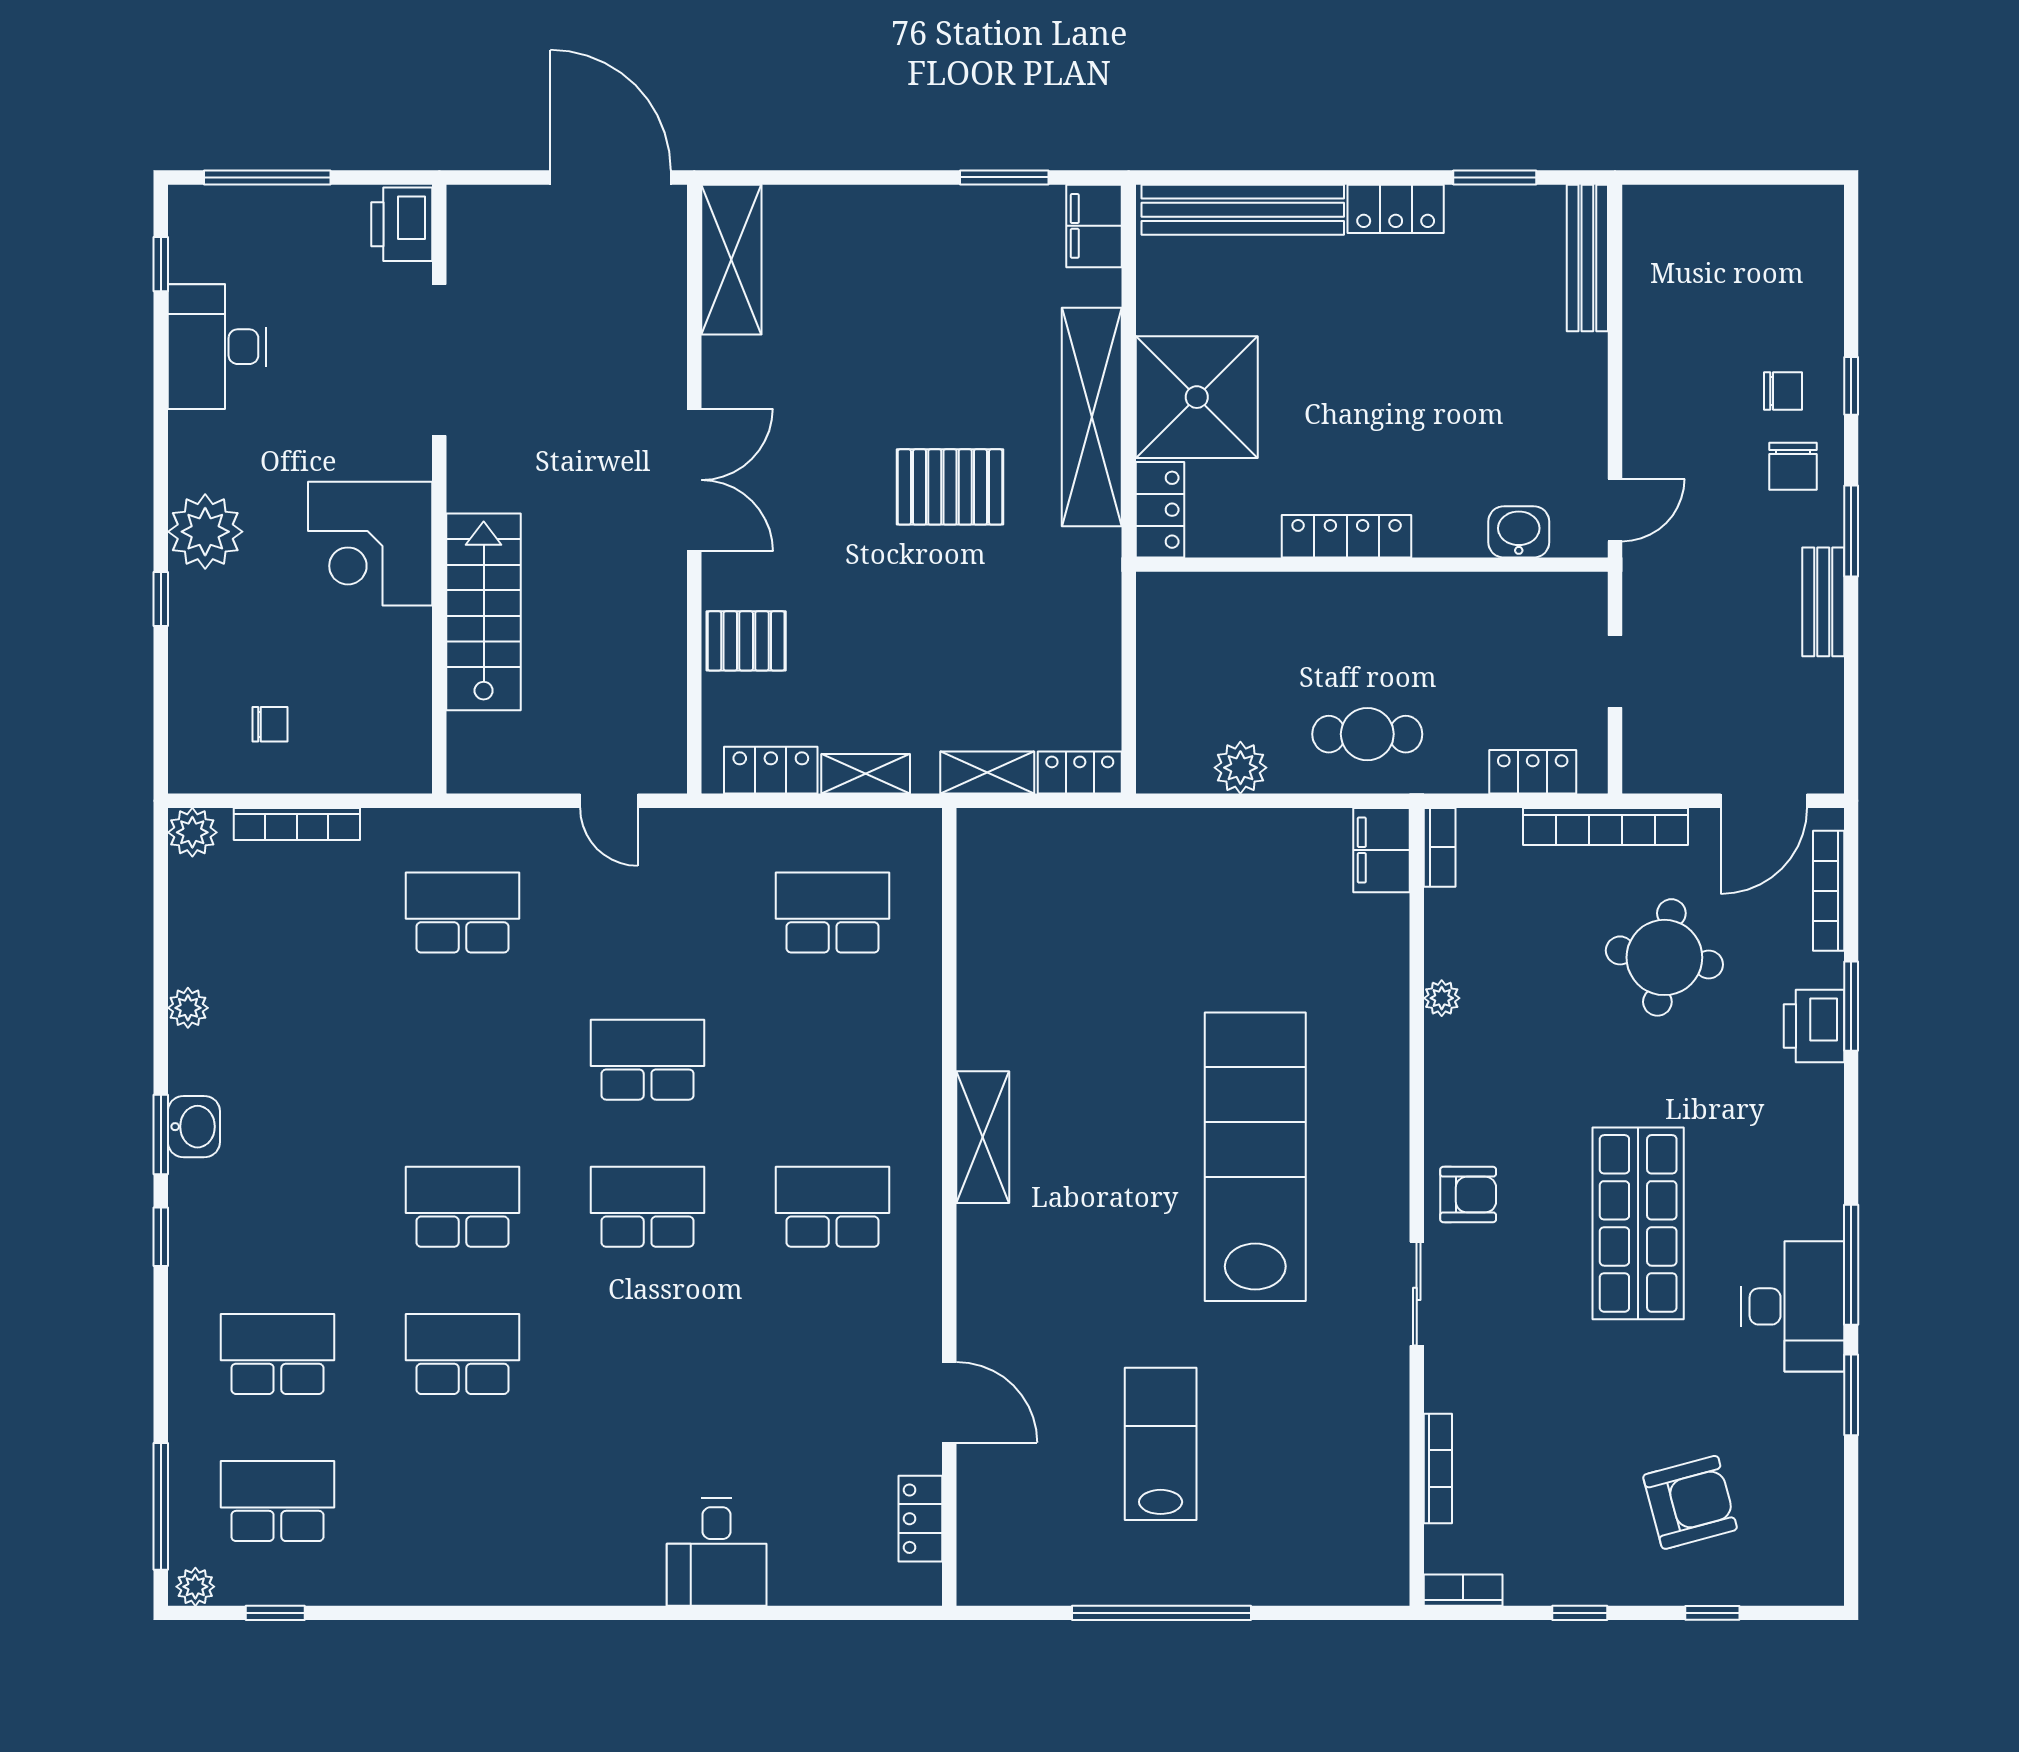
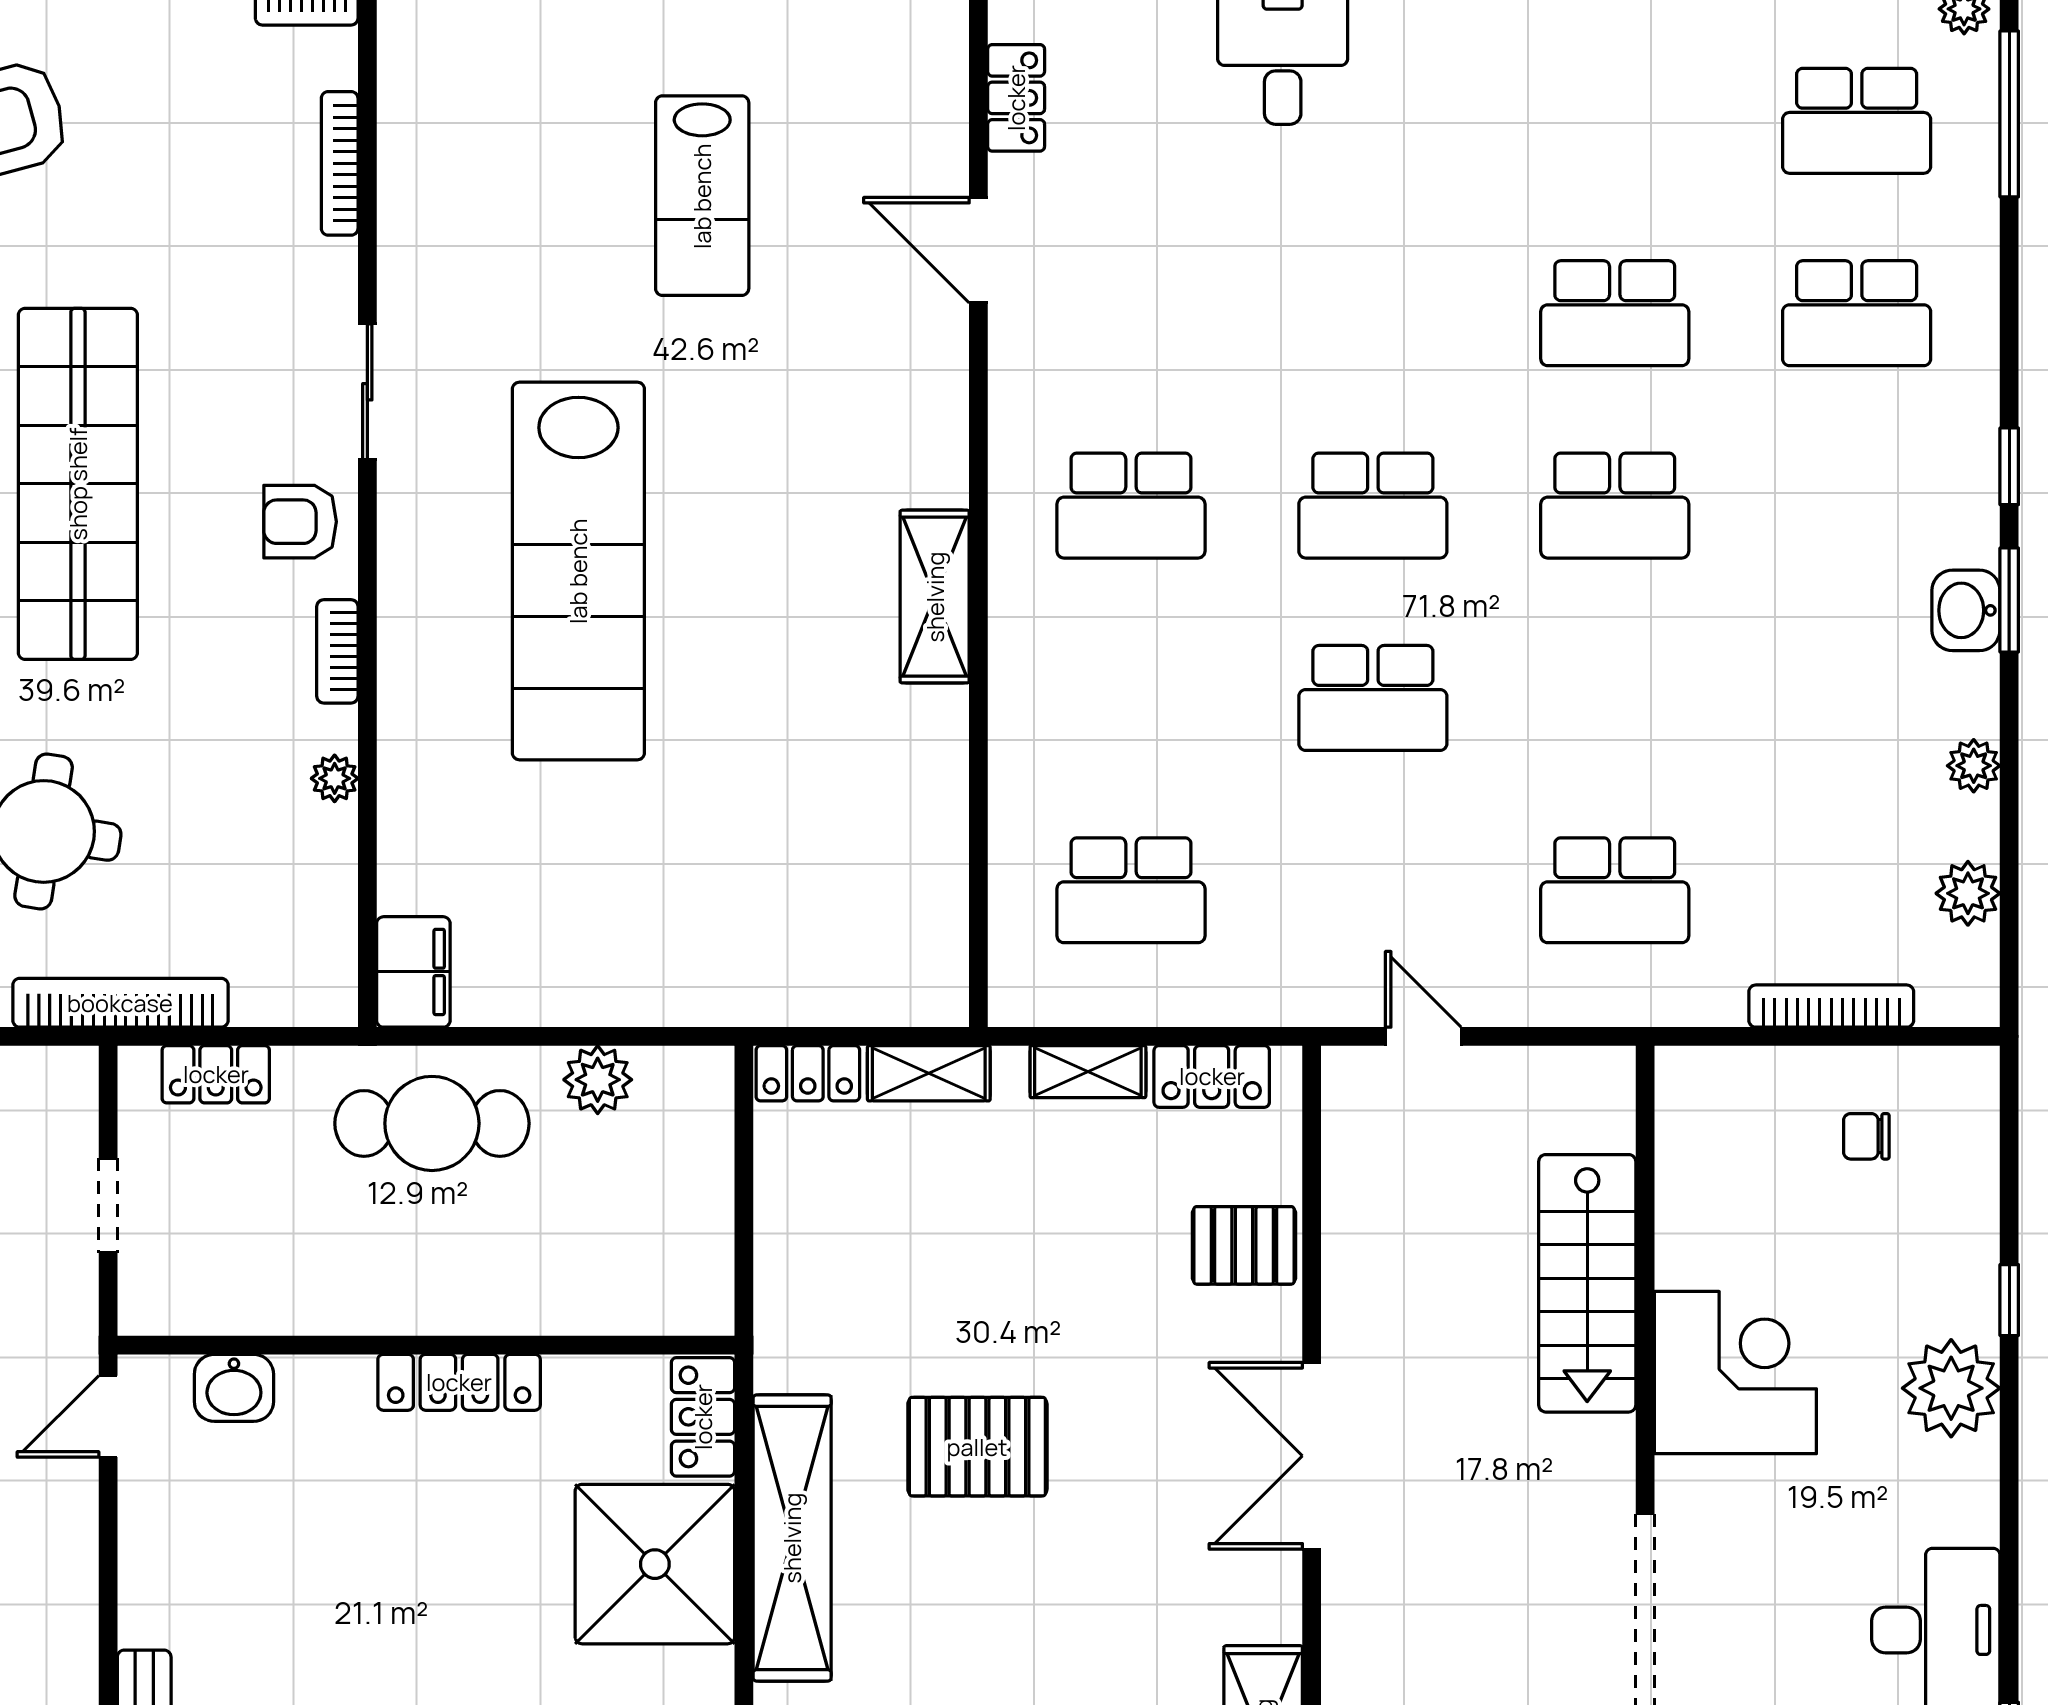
cafe table: (1367, 734) -> (432, 1123), width x1.37, depth x1.35
plant: (192, 832) -> (1968, 893), moved
bookcase: (1440, 847) -> (337, 651), moved
shop shelf: (1638, 1223) -> (78, 484), width x1.40

